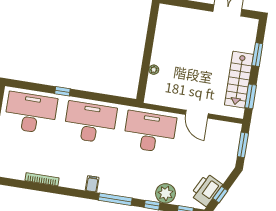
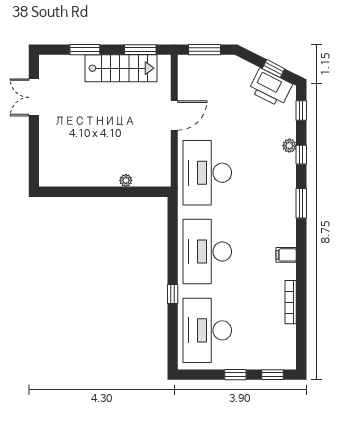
filing cabinet: (92, 184) -> (286, 255), moved
plant: (166, 193) -> (289, 146), width x0.53, depth x0.53
window: (115, 199) -> (301, 203), width x0.69

